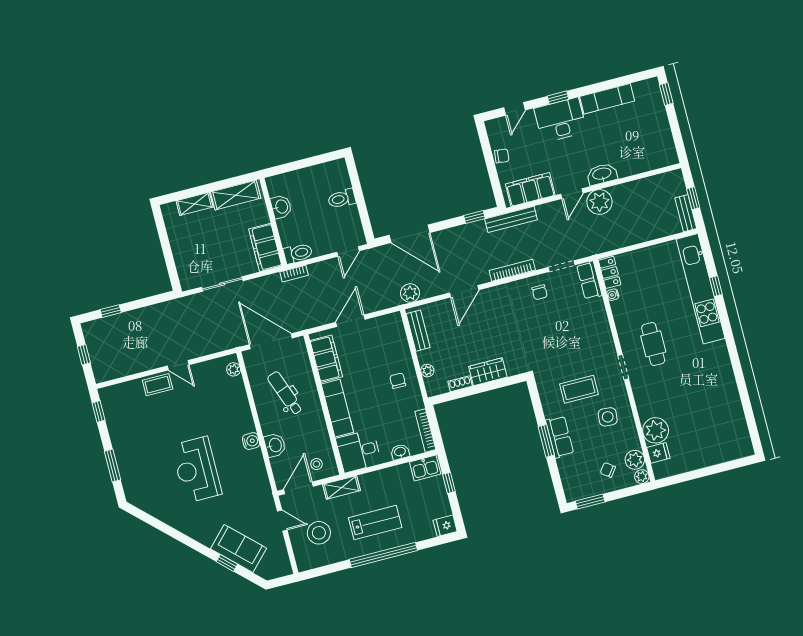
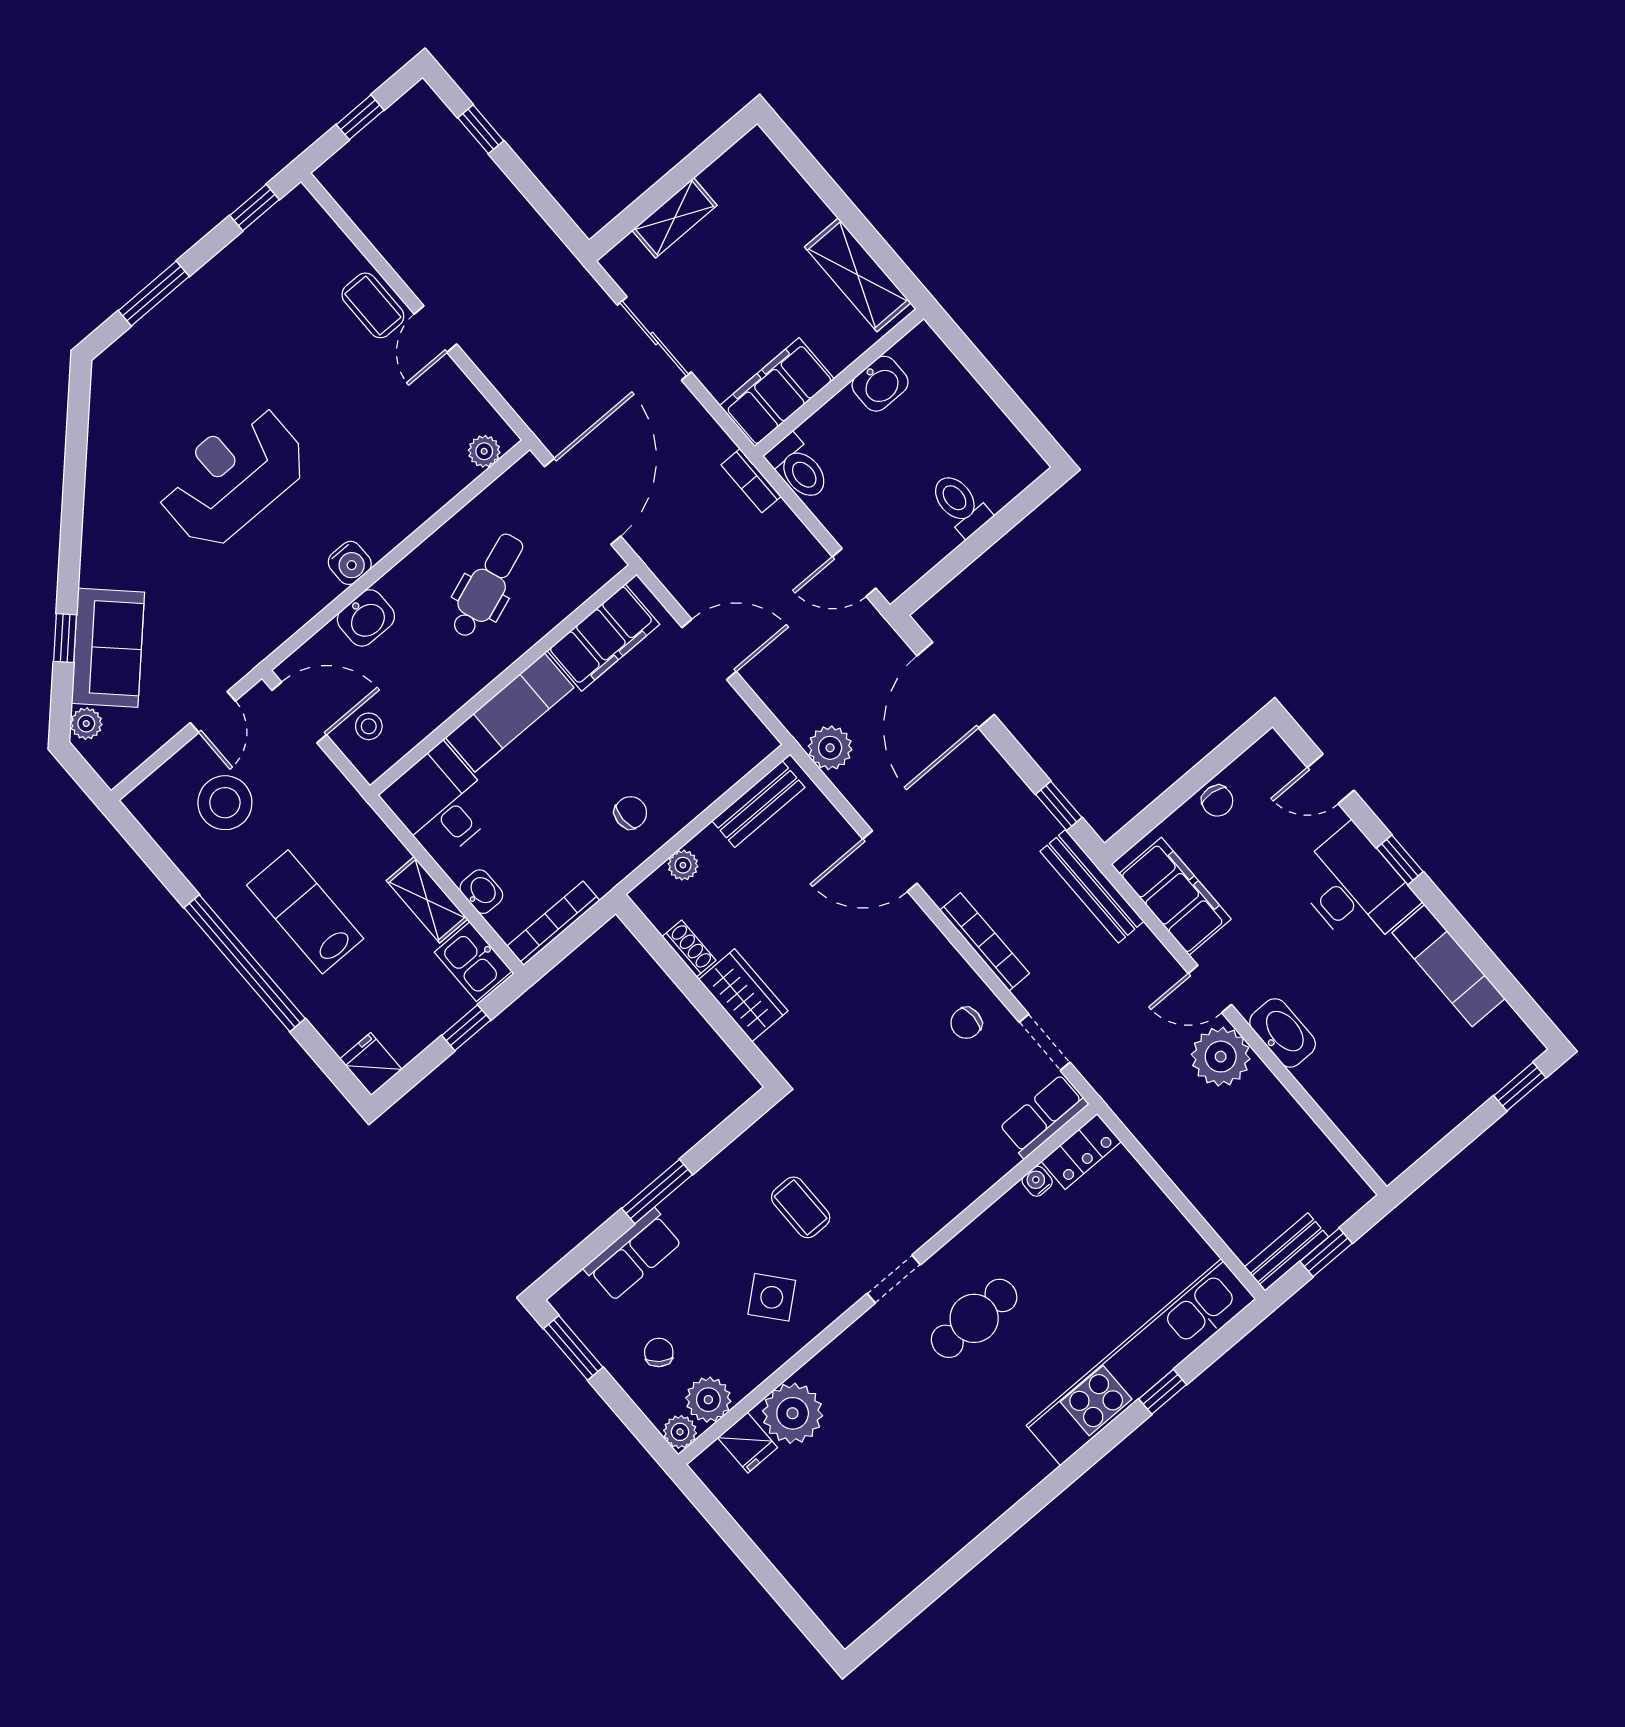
shelving: (195, 204) -> (675, 218), moved, turned 90
coffee table: (579, 389) -> (801, 1207), width x0.73, depth x0.77
side table: (608, 417) -> (772, 1297), turned 45
row of seats: (560, 437) -> (633, 1255), moved
shelving: (342, 487) -> (427, 900), moved
lab bench: (375, 523) -> (305, 912), turned 180
plant: (263, 571) -> (86, 724), added

